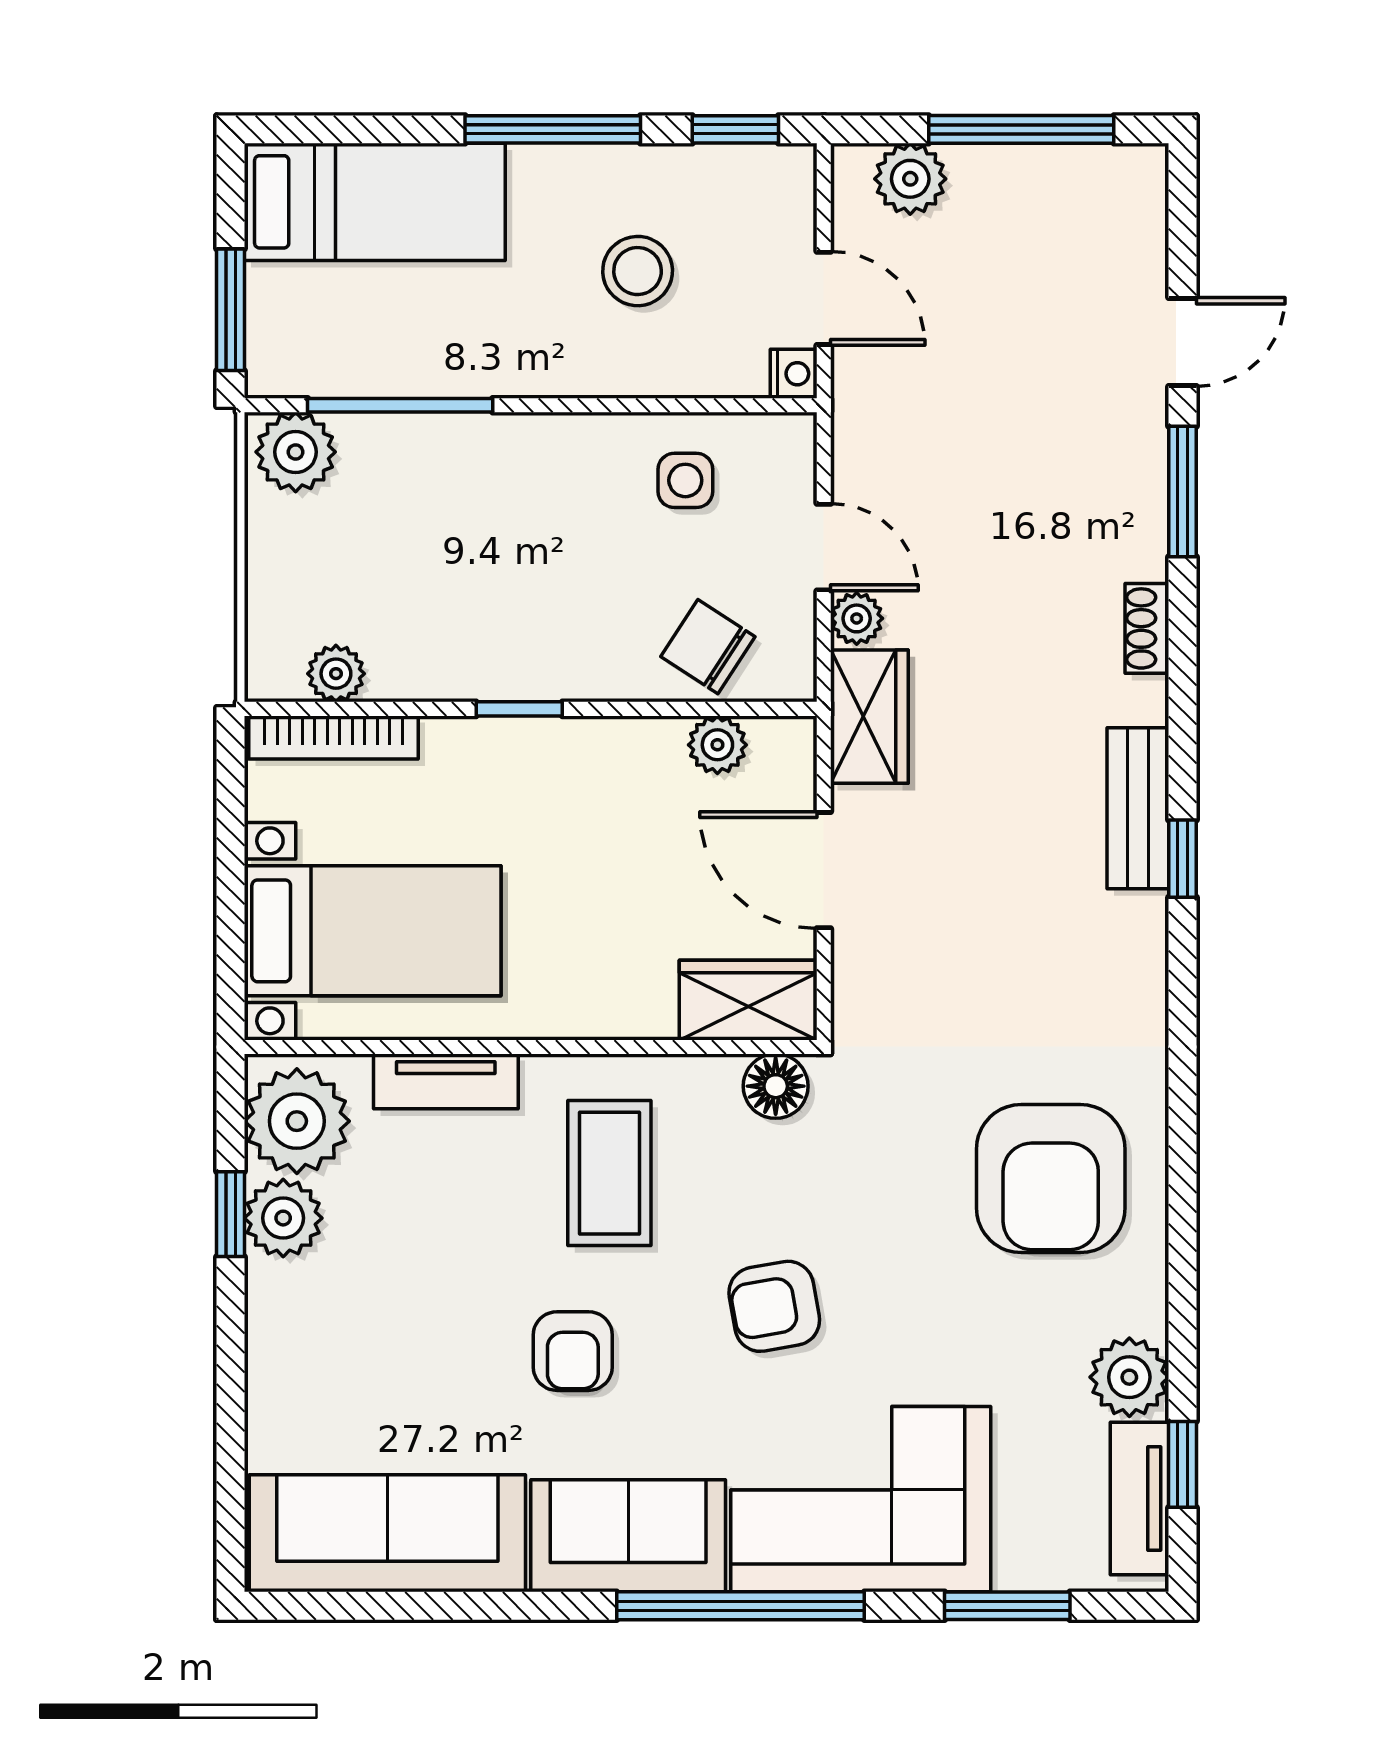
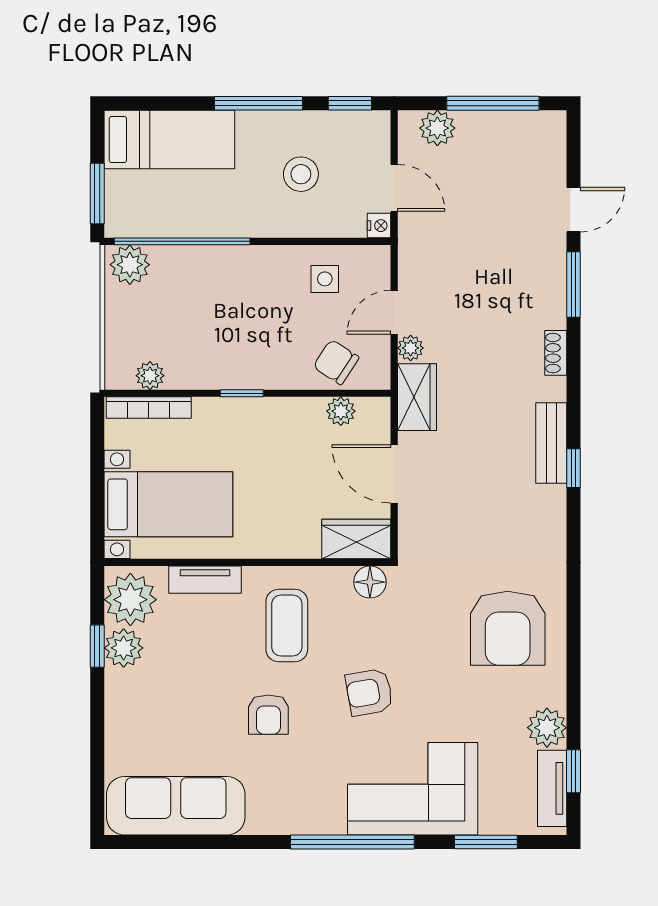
window: (400, 405) -> (182, 241), width x1.46
door: (824, 547) -> (394, 312), swing flipped
sofa: (628, 1536) -> (296, 807), removed

